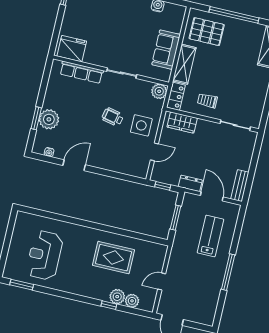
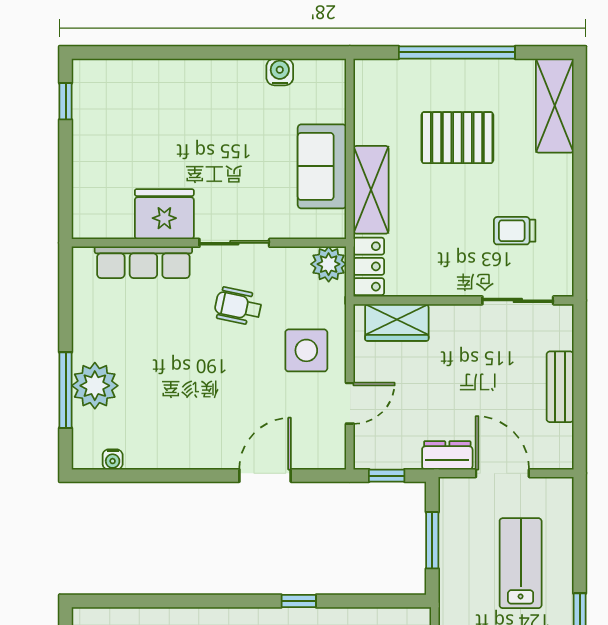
pallet: (207, 32) -> (457, 138), moved
fridge: (72, 49) -> (164, 214), moved
trolley: (207, 101) -> (515, 231), moved
wheelchair: (113, 117) -> (238, 306), moved
window: (36, 118) -> (66, 390), width x1.44
door: (74, 165) -> (265, 476), moved
bench: (240, 186) -> (560, 387), moved
window: (113, 230) -> (299, 601), added

